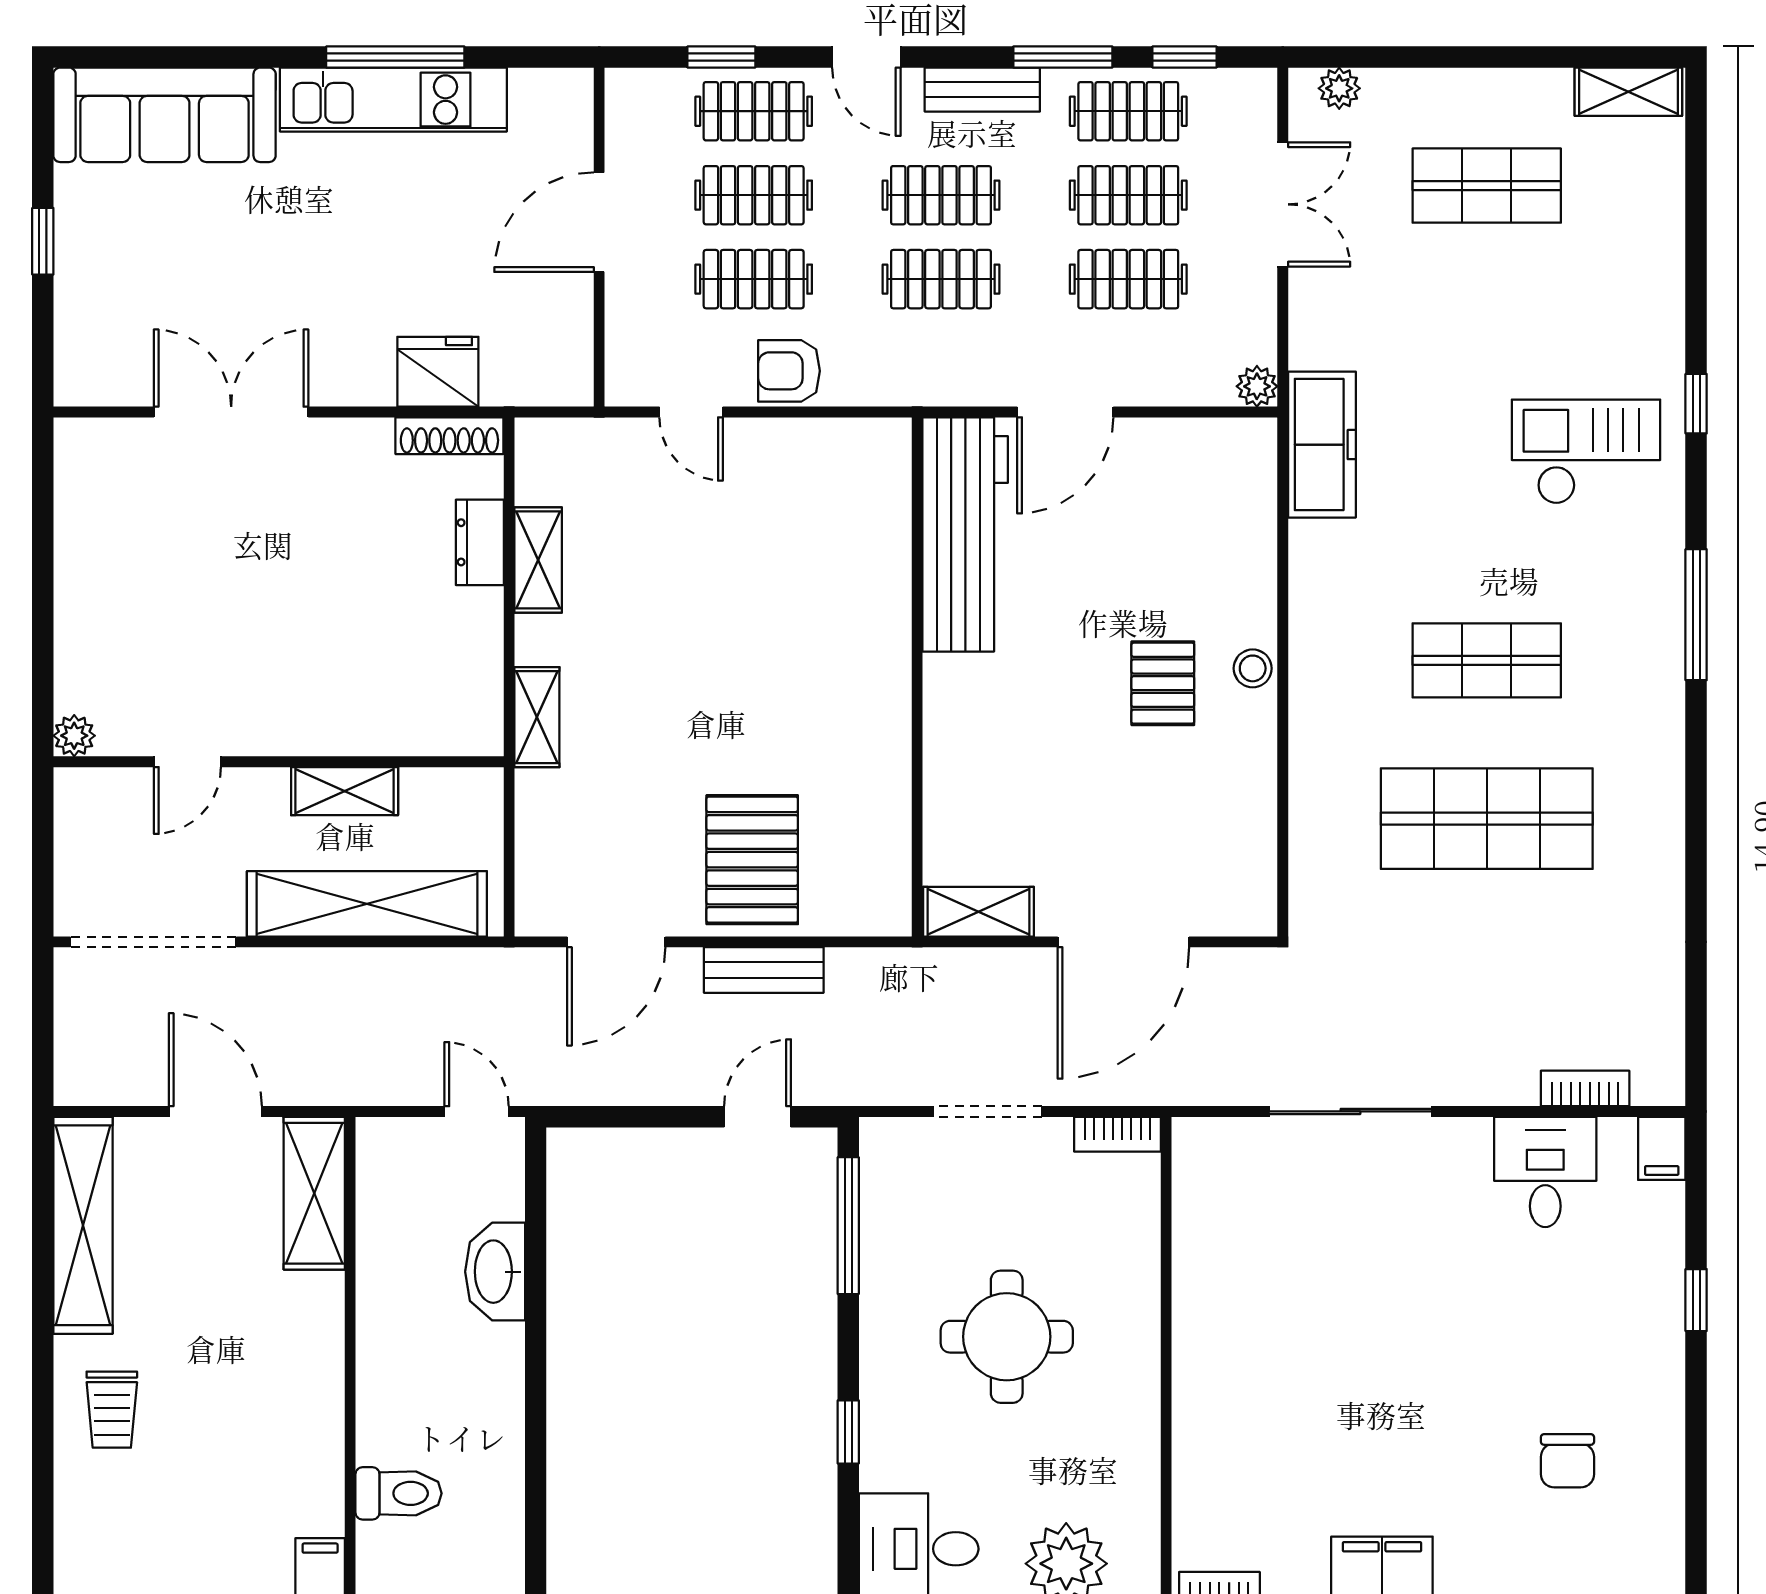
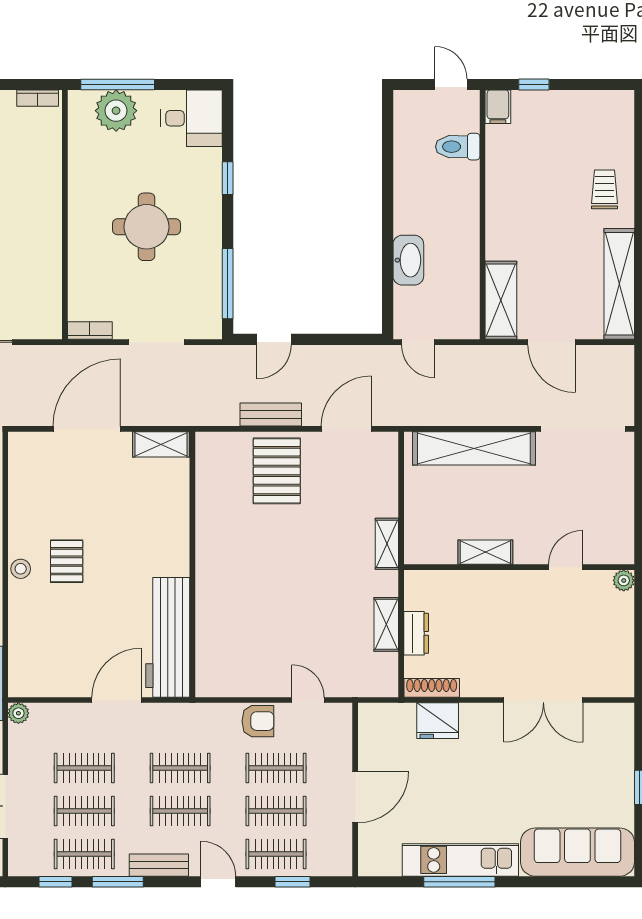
plant: (74, 736) -> (624, 580), moved
door: (187, 762) -> (566, 567), moved
wall: (279, 762) -> (519, 567), moved
shelving: (345, 791) -> (485, 552), moved

